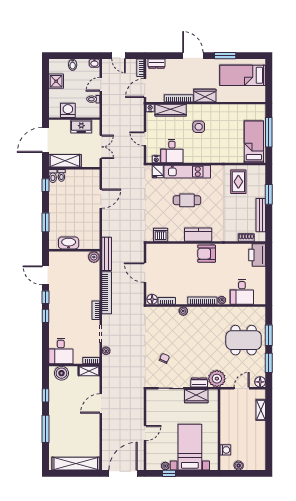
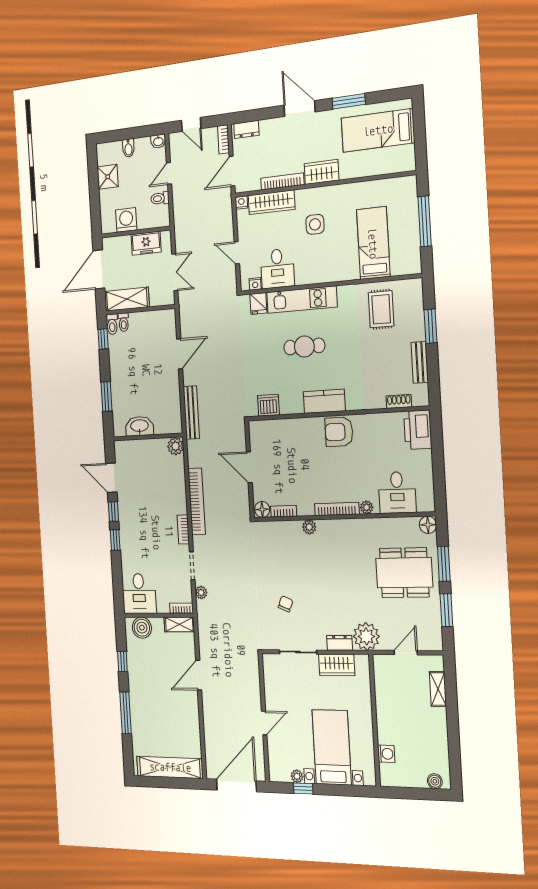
bed: (254, 142) -> (373, 243), moved
bench: (261, 215) -> (420, 362), width x0.73
bench: (107, 254) -> (191, 412), moved
floor lamp: (260, 382) -> (428, 525), moved
boiler: (239, 466) -> (435, 781), moved

